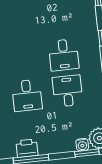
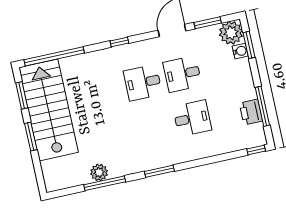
desk: (64, 55) -> (143, 83), turned 180

